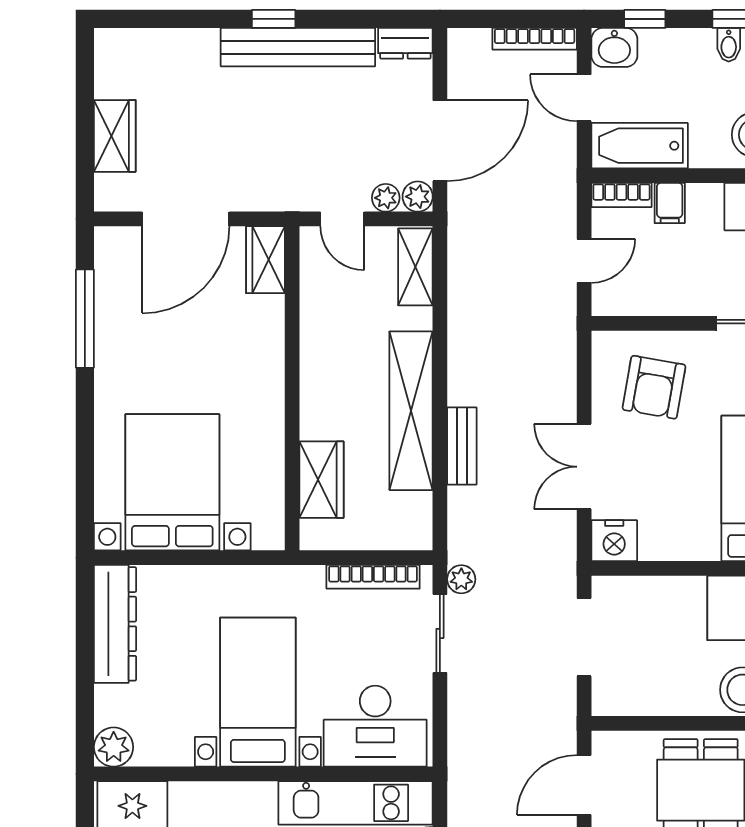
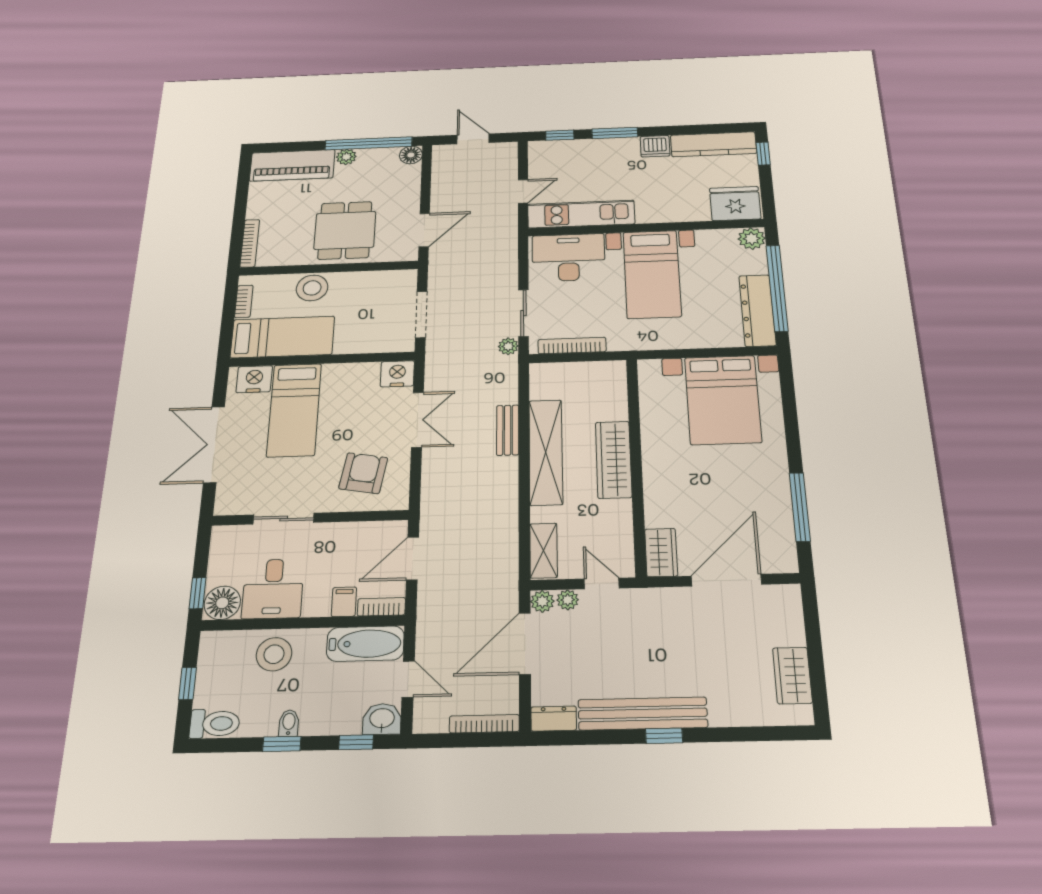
bookcase: (535, 39) -> (484, 724), moved
wardrobe: (115, 136) -> (792, 675), moved
door: (584, 261) -> (412, 558), width x1.37
wardrobe: (322, 480) -> (614, 460), moved, width x1.50
window: (85, 660) -> (777, 288), added

